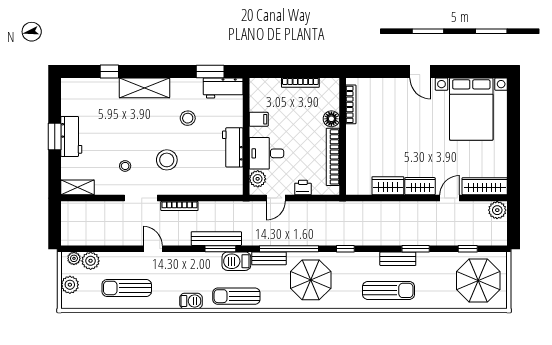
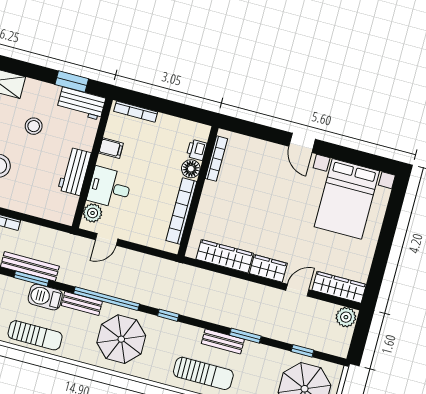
bookcase: (300, 83) -> (136, 112), moved
wardrobe: (388, 186) -> (225, 256), width x1.50
printer: (303, 188) -> (197, 150), moved, turned -90
sun lounger: (236, 296) -> (35, 335), turned 180

